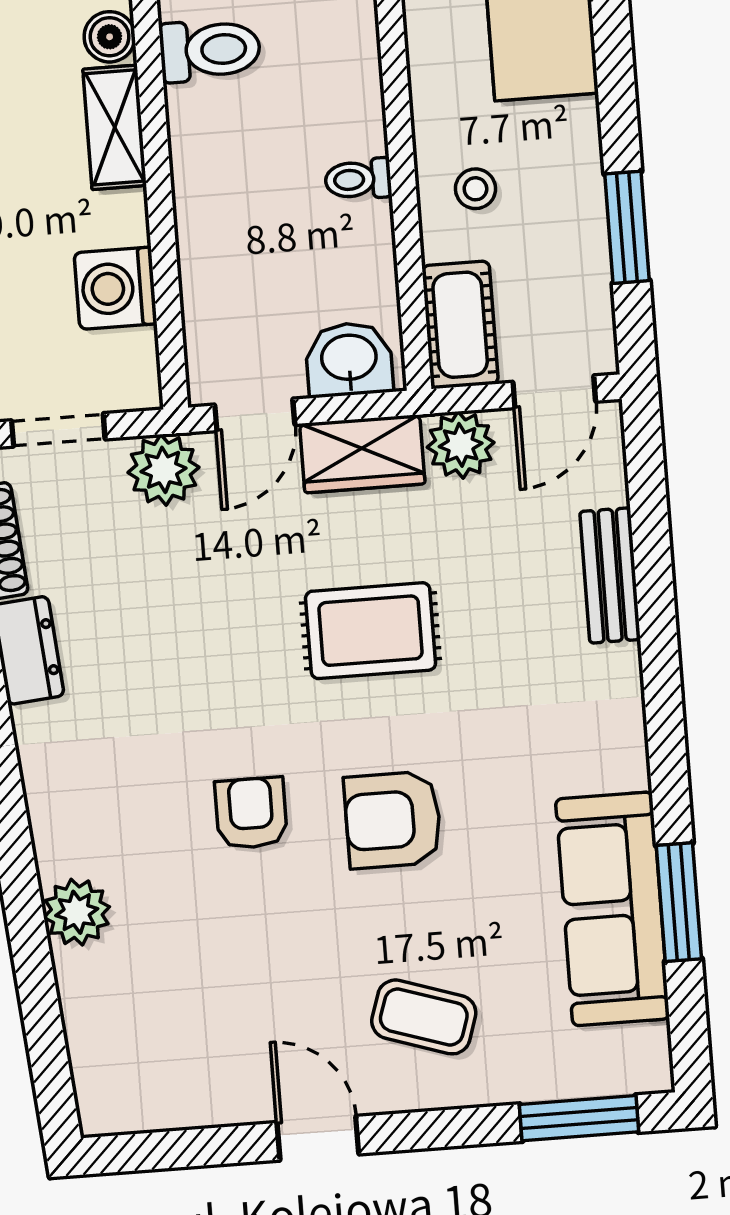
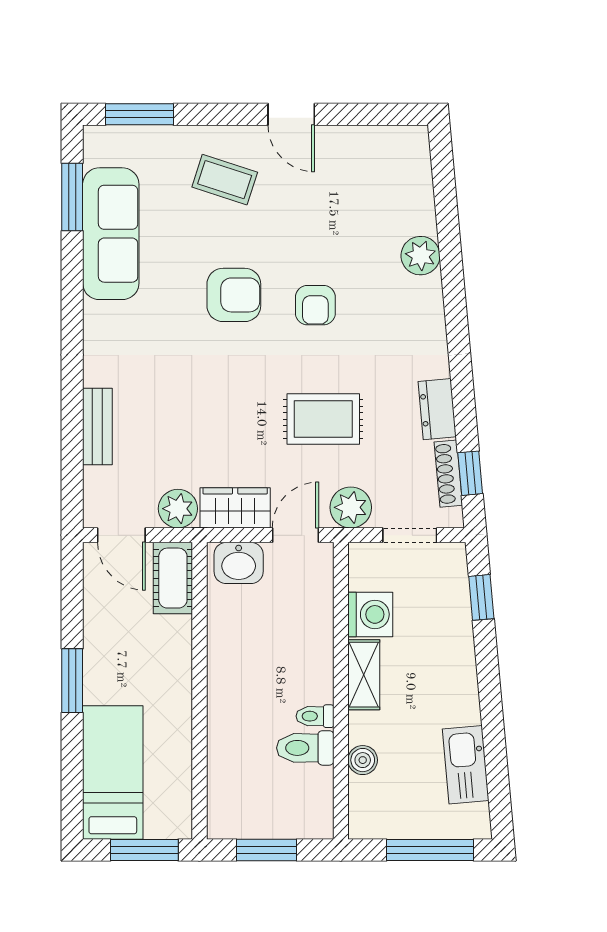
shelving: (115, 127) -> (364, 675), moved
toilet: (358, 179) -> (315, 716), moved, turned 180
stool: (475, 189) -> (158, 656), removed
window: (627, 227) -> (72, 681), moved
door: (554, 392) -> (121, 535), swing flipped
rug: (371, 631) -> (323, 419), moved
window: (679, 902) -> (72, 197), moved

